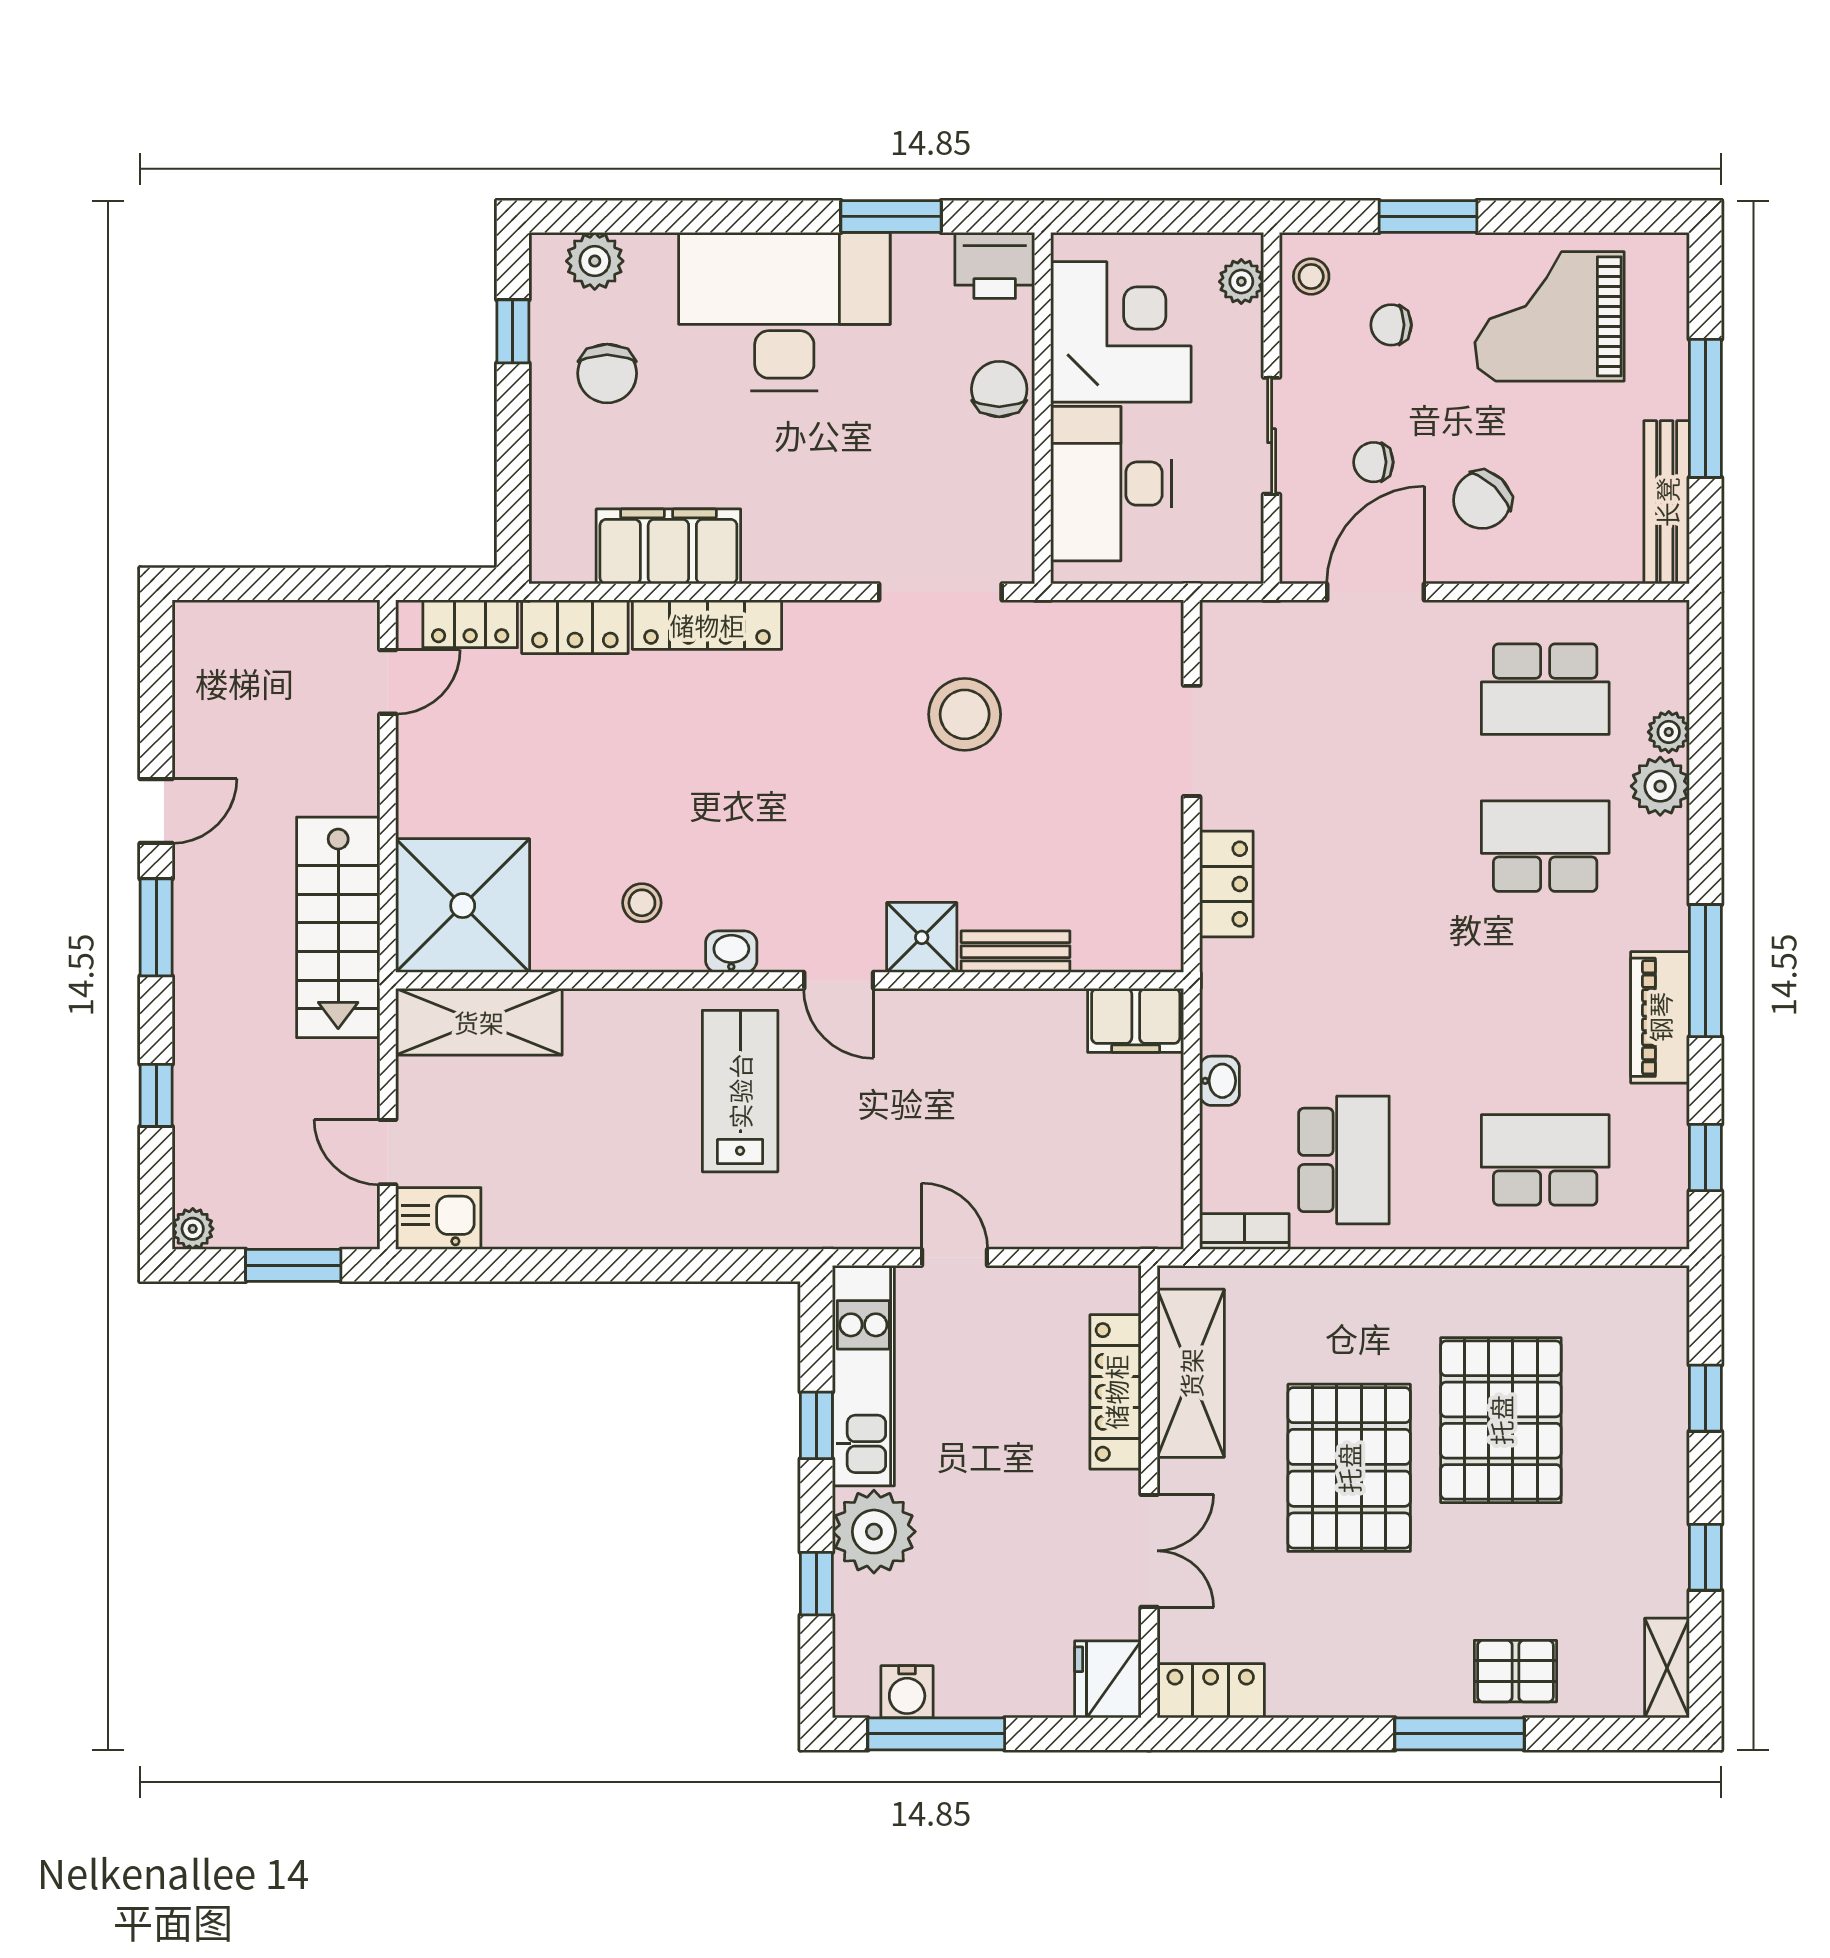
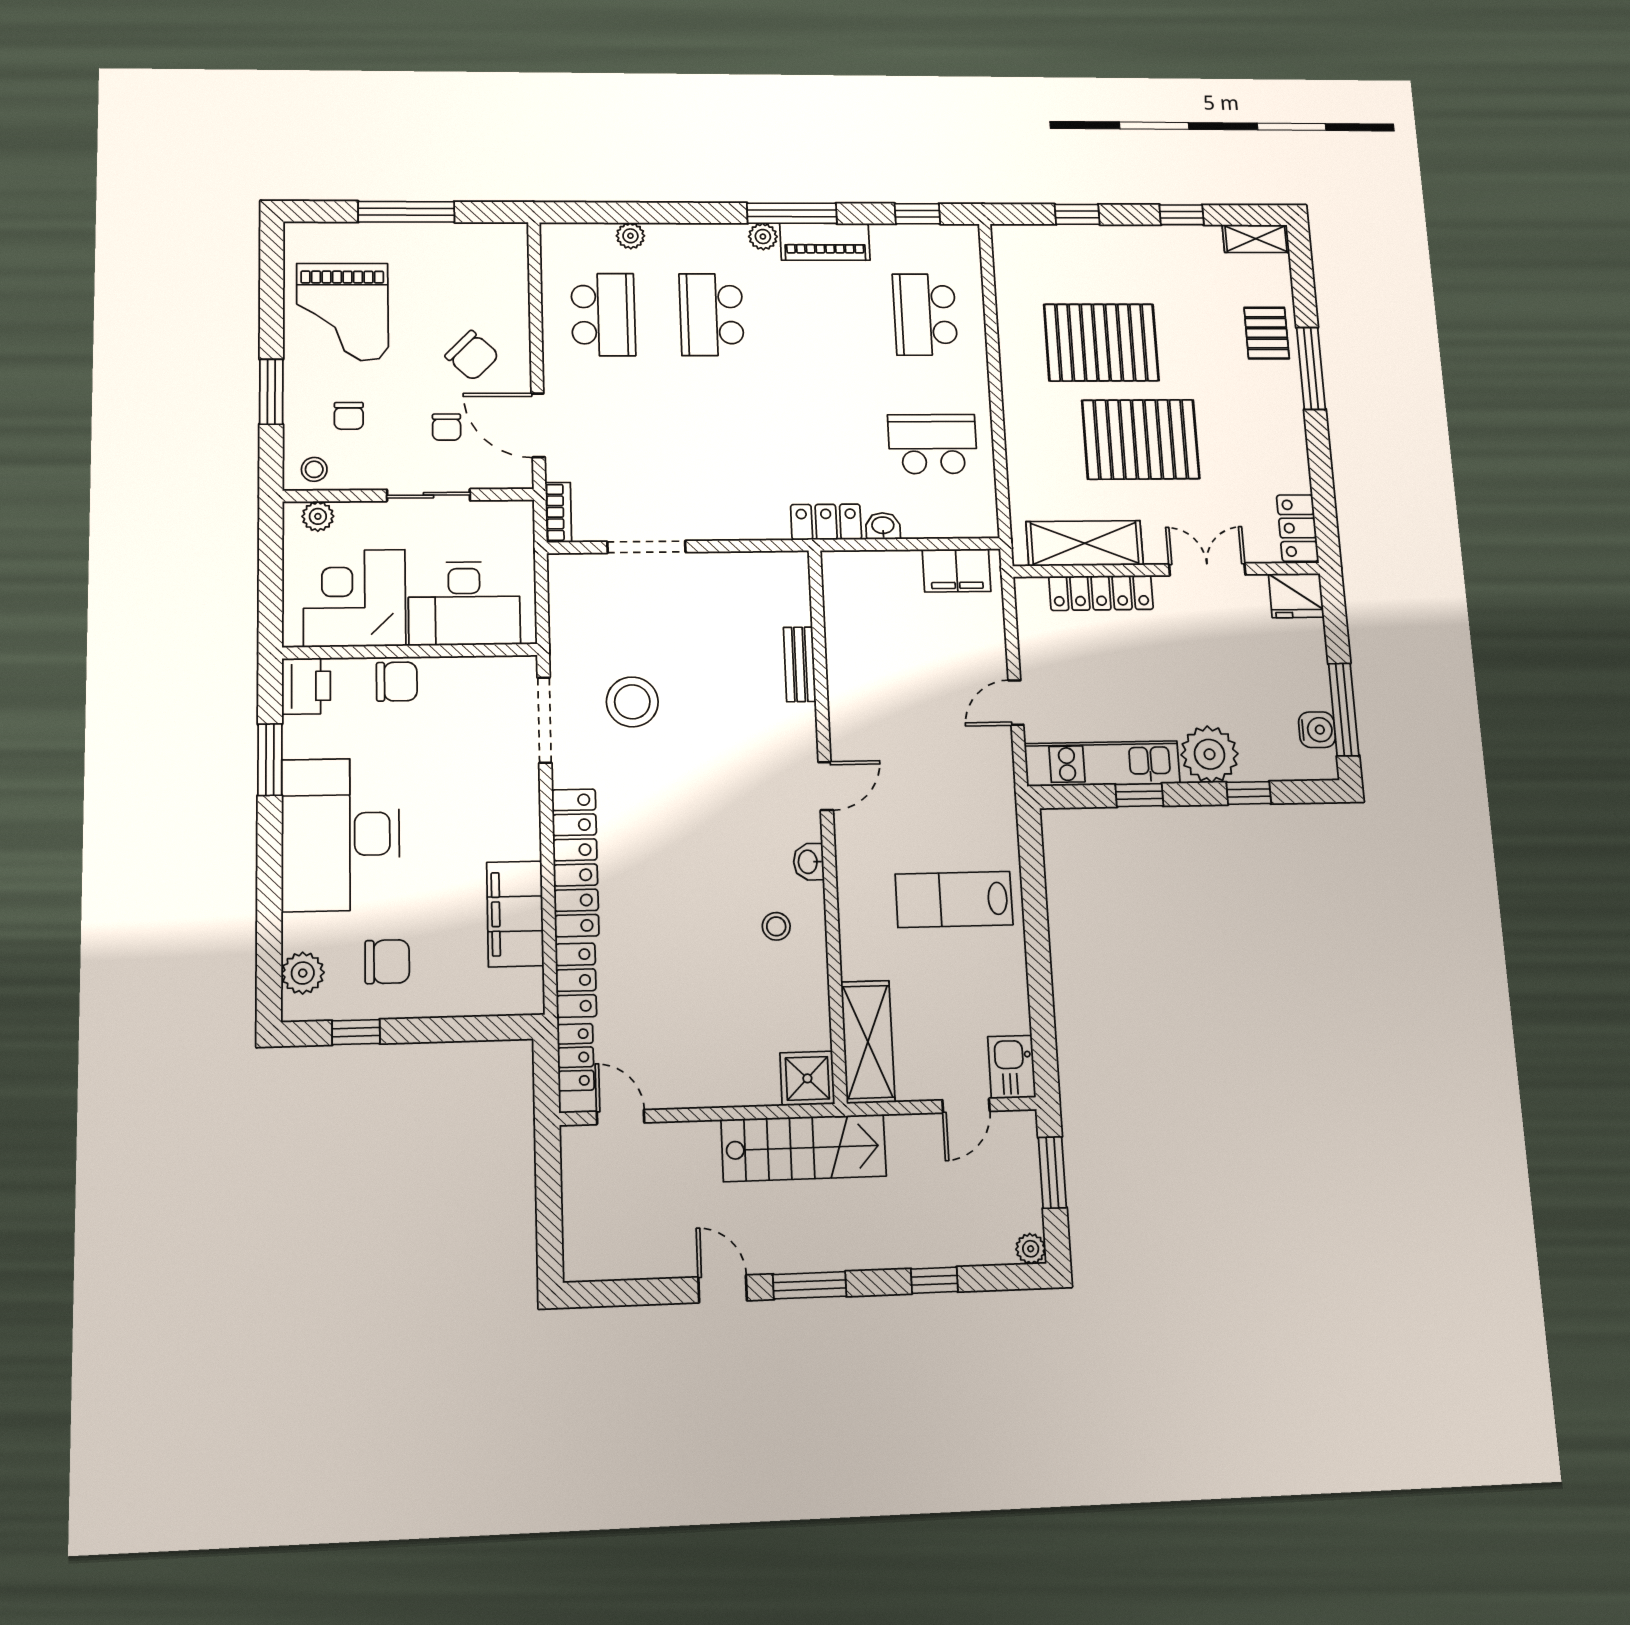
chair: (999, 389) -> (397, 682), turned 180
bench: (1667, 502) -> (472, 237), removed
locker: (707, 625) -> (575, 862), width x1.41, depth x1.21
plant: (1660, 786) -> (763, 237), moved, width x0.73, depth x0.73
locker: (1226, 884) -> (826, 522), moved
shower: (463, 906) -> (807, 1078), width x0.54, depth x0.54
shower: (922, 937) -> (792, 729), removed
filing cabinet: (1136, 1020) -> (957, 570), moved, turned 90
lab bench: (740, 1091) -> (954, 899), moved
bookcase: (1244, 1231) -> (558, 512), moved, turned 180

